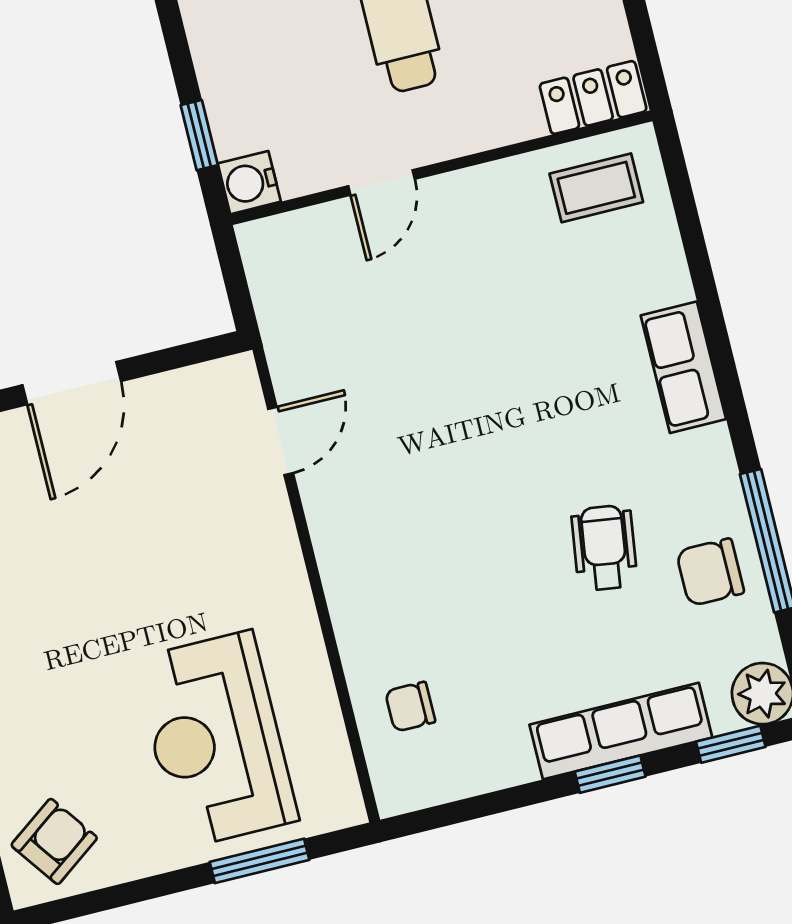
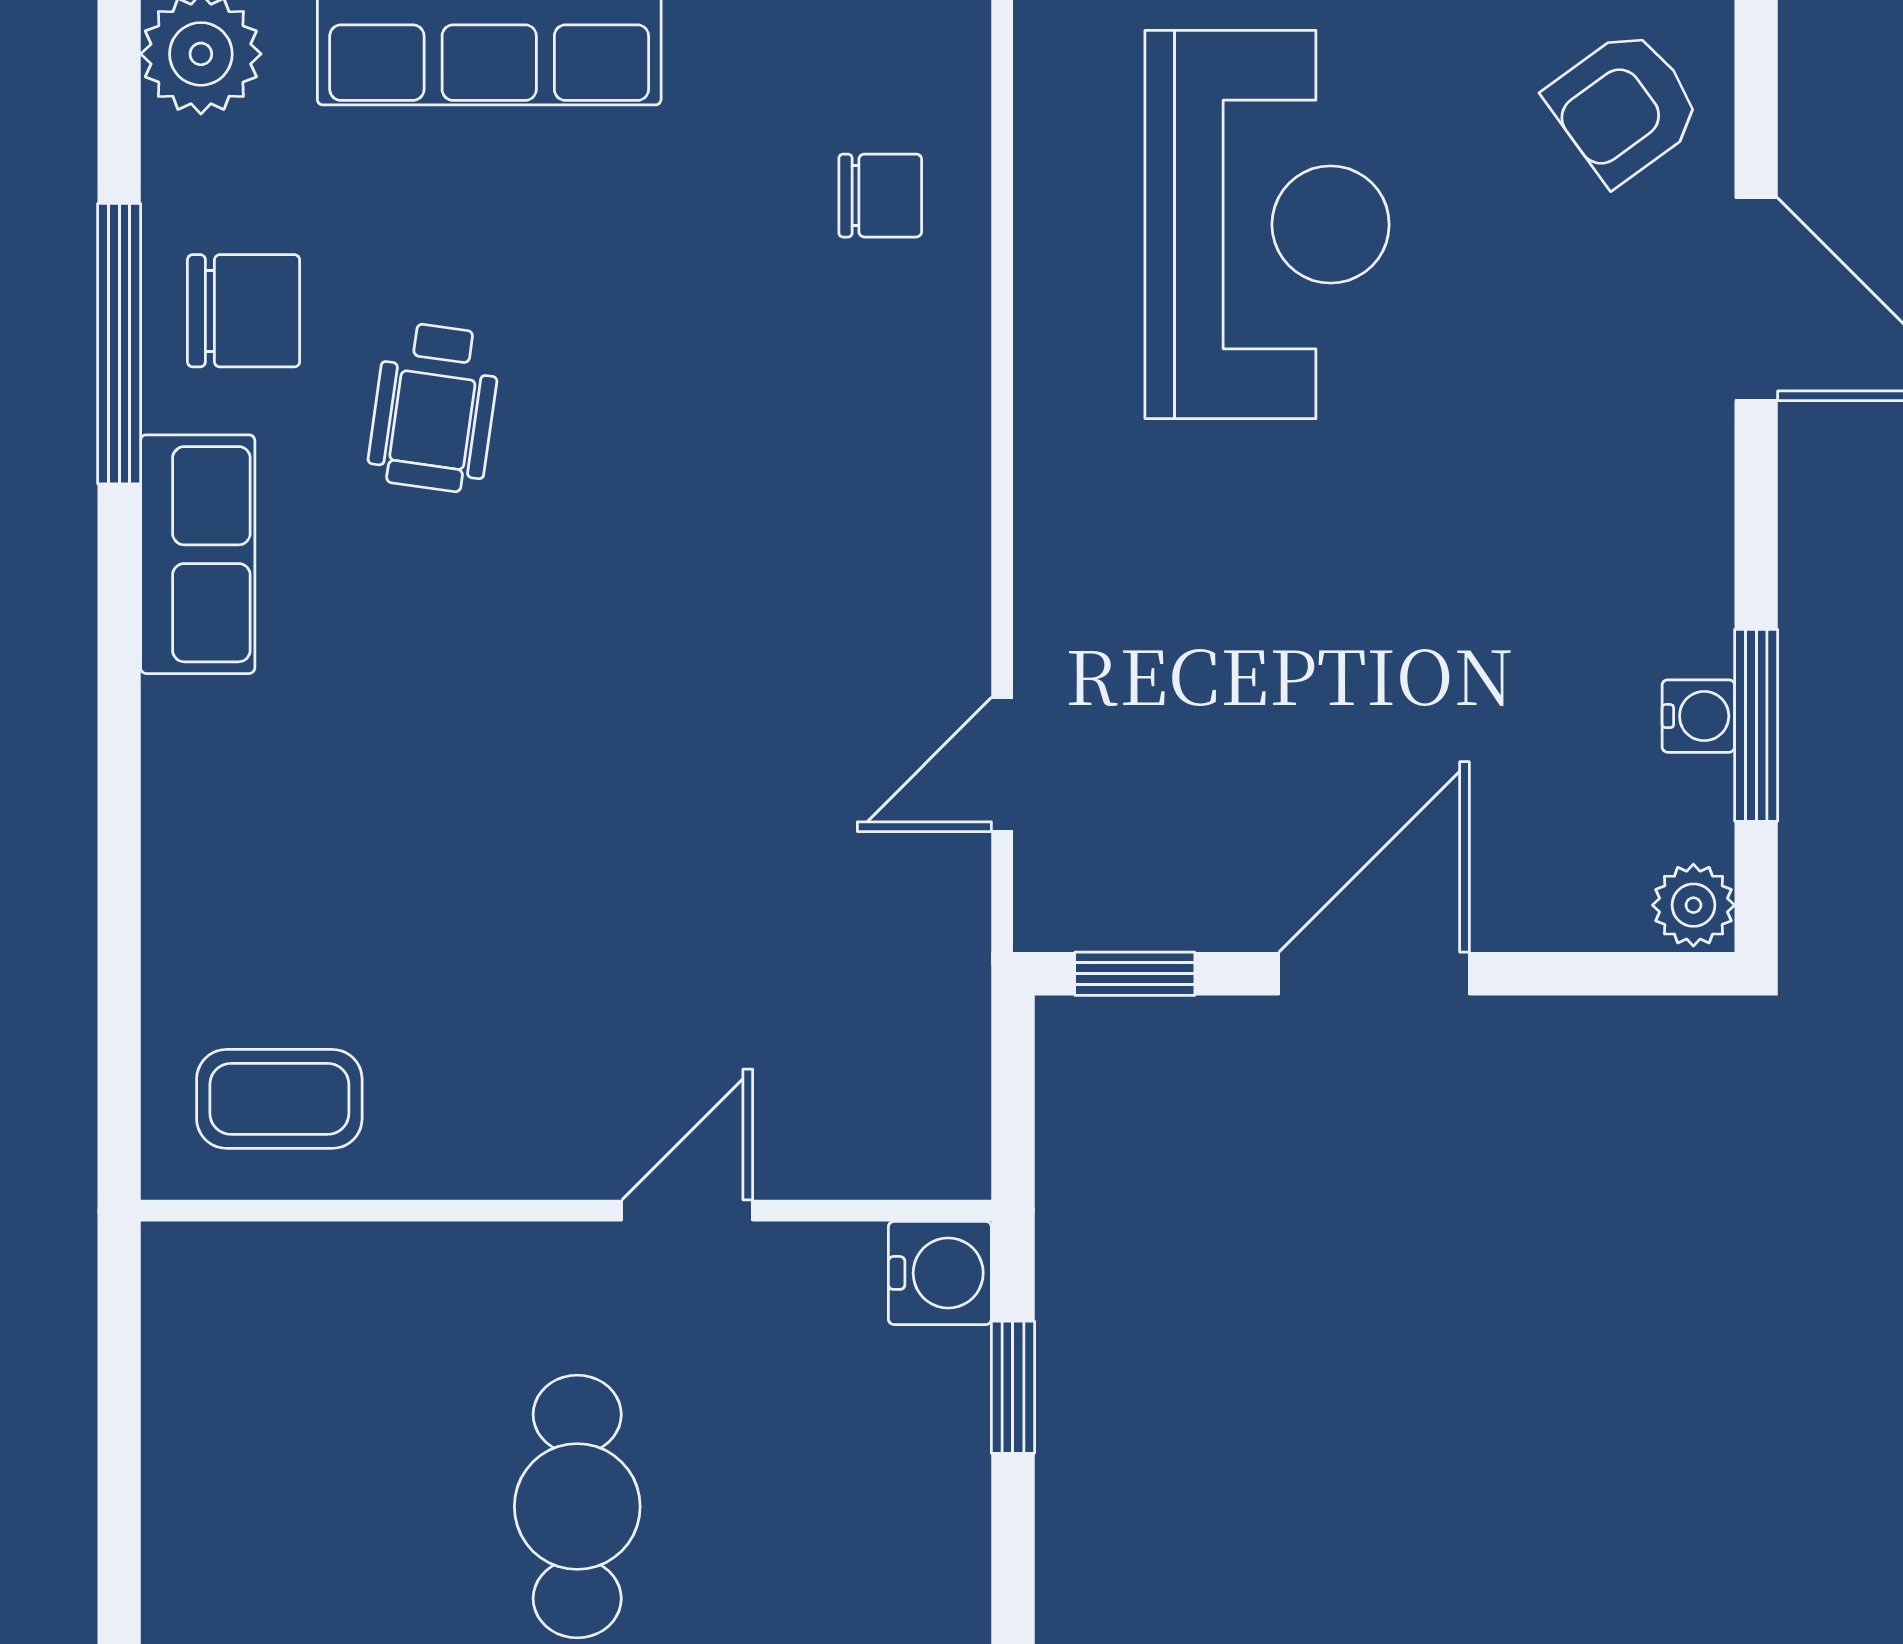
locker: (593, 97) -> (243, 1273), removed
window: (190, 354) -> (1135, 974), added
row of seats: (683, 367) -> (198, 554), moved

